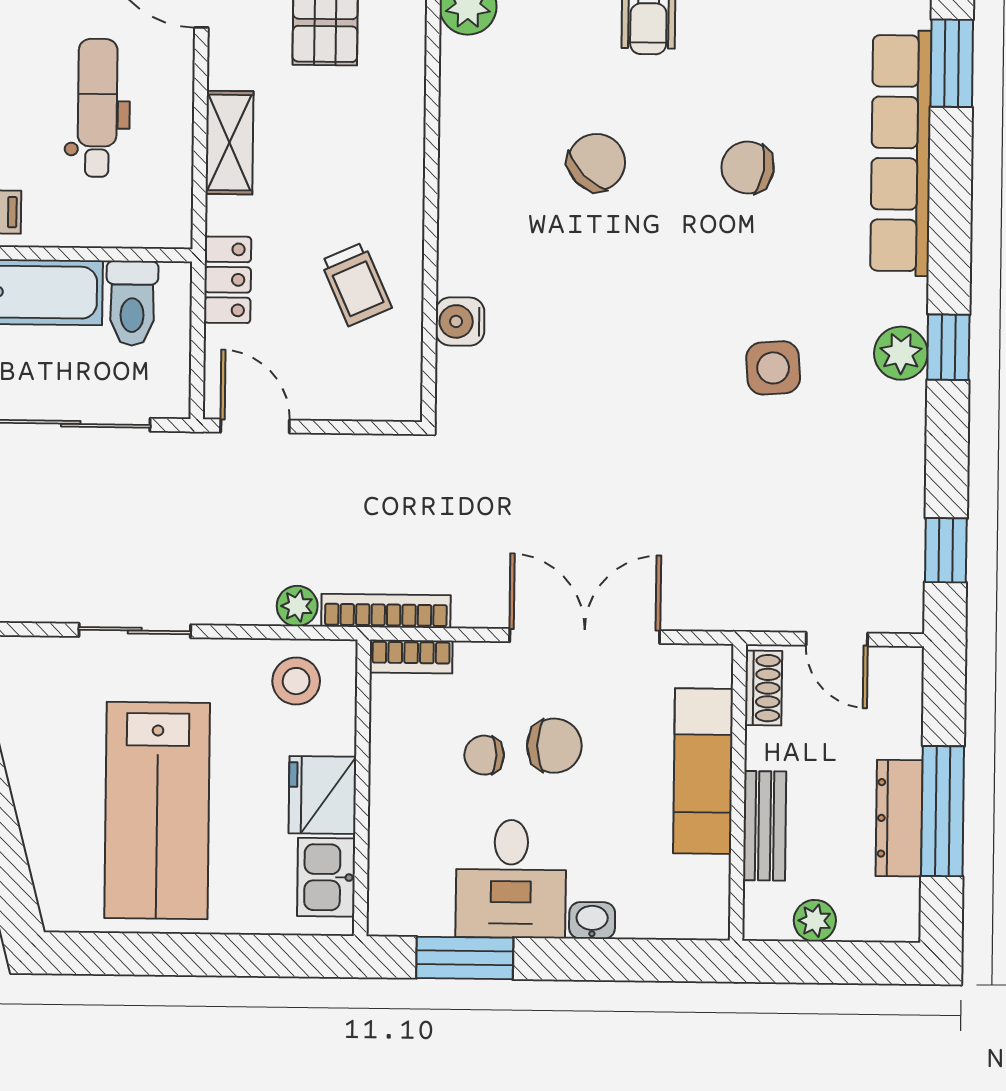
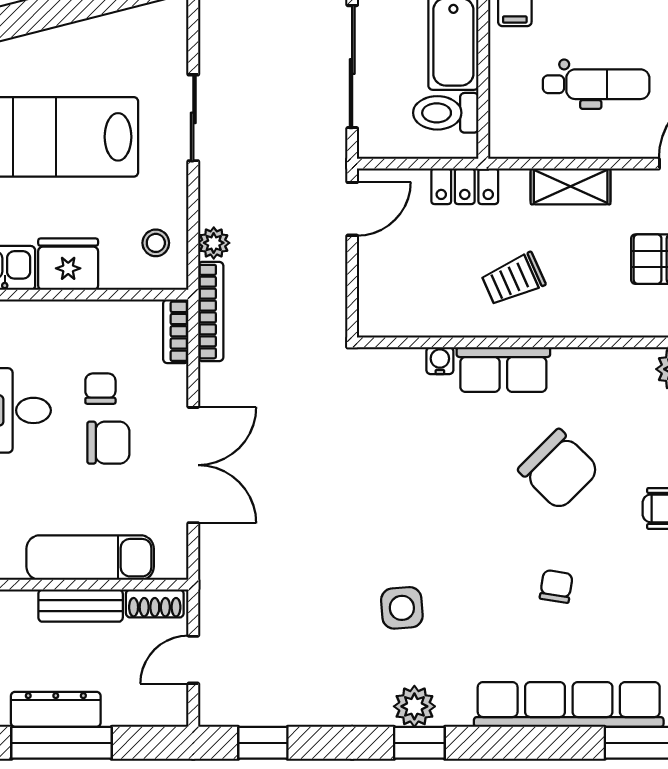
chair: (596, 162) -> (559, 470), width x1.37, depth x1.37
chair: (748, 168) -> (556, 586), width x0.73, depth x0.73
row of seats: (466, 233) -> (503, 370), added
trolley: (356, 284) -> (513, 279), moved
water cooler: (460, 322) -> (440, 361), width x0.72, depth x0.72
stool: (296, 681) -> (156, 243), width x0.73, depth x0.73
chair: (554, 746) -> (108, 443), turned -90
bench: (765, 826) -> (81, 606), moved

